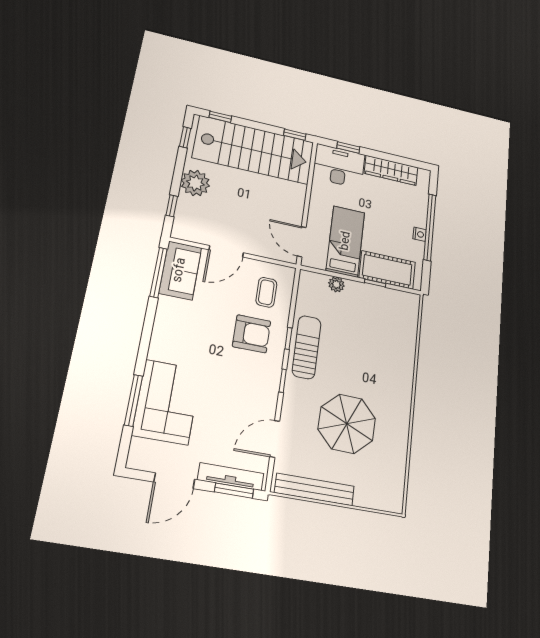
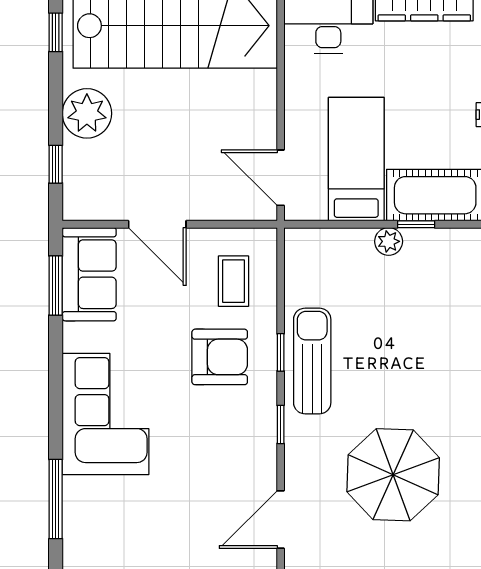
door: (226, 251) -> (157, 224), hinge flipped
window: (159, 273) -> (56, 285), width x0.69
plant: (336, 284) -> (389, 241), moved
corner sofa: (167, 402) -> (106, 414), moved

